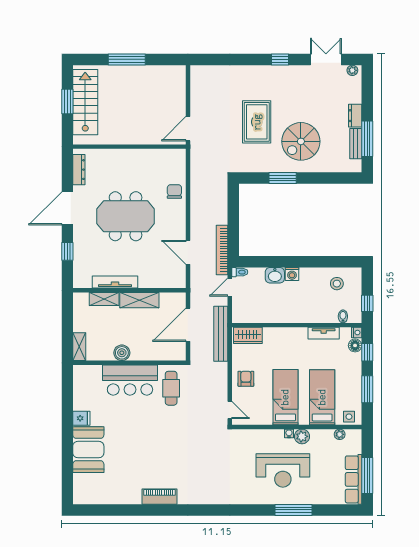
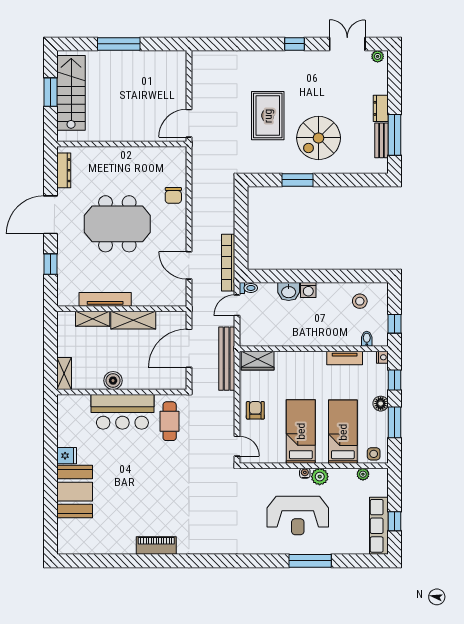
chair: (174, 191) -> (173, 195), turned 180
floor lamp: (355, 345) -> (381, 404), moved
window: (367, 475) -> (395, 521), width x0.46

